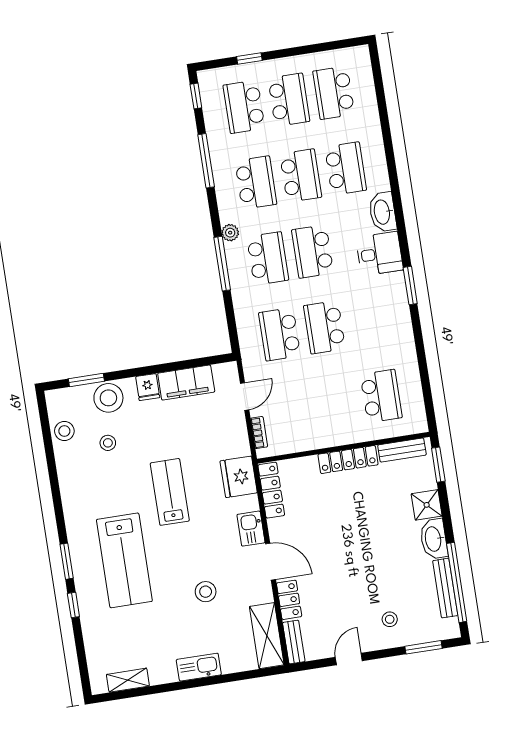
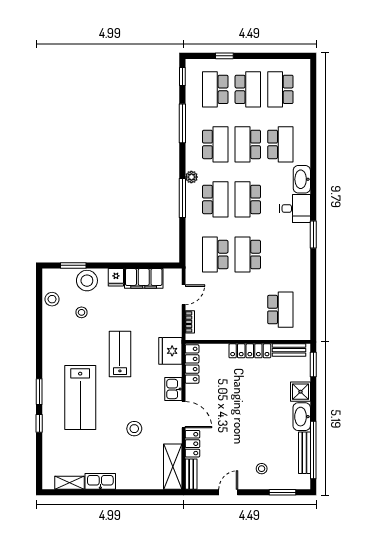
school desk: (301, 176) -> (248, 144), turned 180
kitchen sink: (199, 667) -> (100, 481), moved

